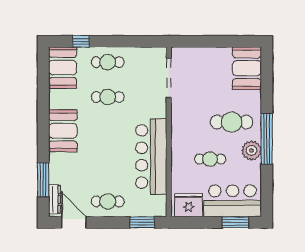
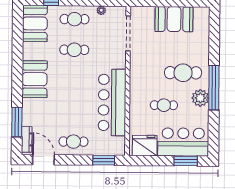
plant: (138, 52) -> (101, 10), added
booth: (247, 68) -> (174, 19), moved, turned 90

